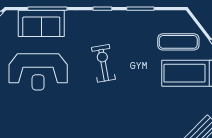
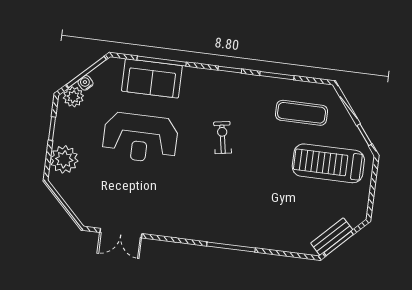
exercise mat: (178, 42) -> (302, 113), moved
exercise bike: (103, 63) -> (222, 138), width x0.73, depth x0.72

